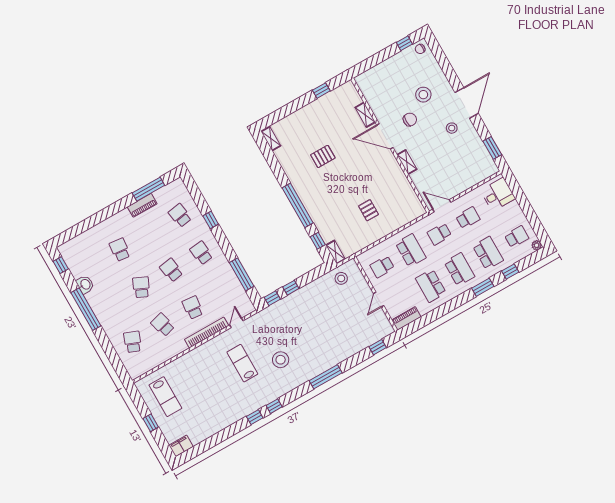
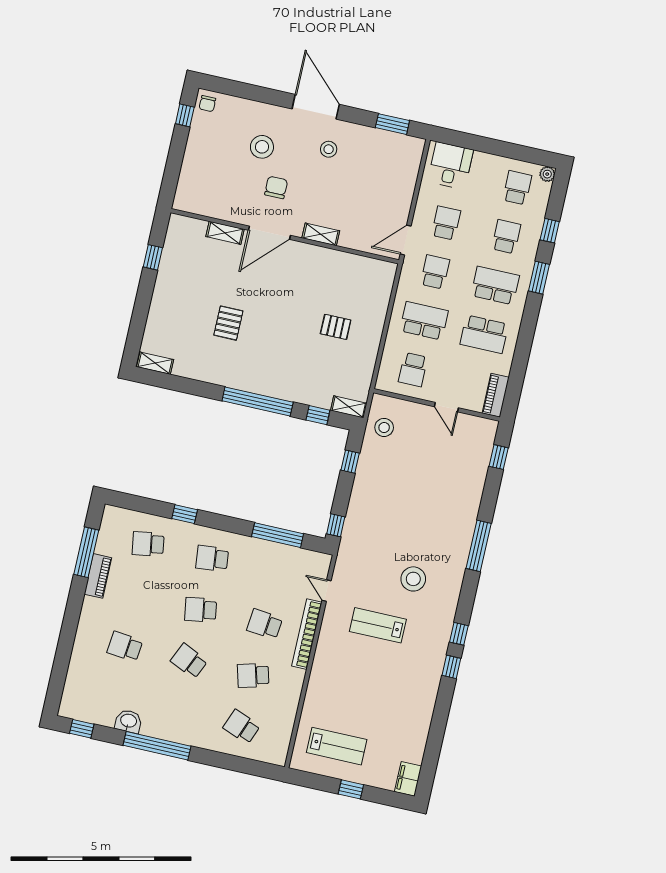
school desk: (439, 234) -> (435, 272), turned 180
school desk: (488, 253) -> (506, 237), width x0.54
window: (291, 288) -> (350, 462), moved

